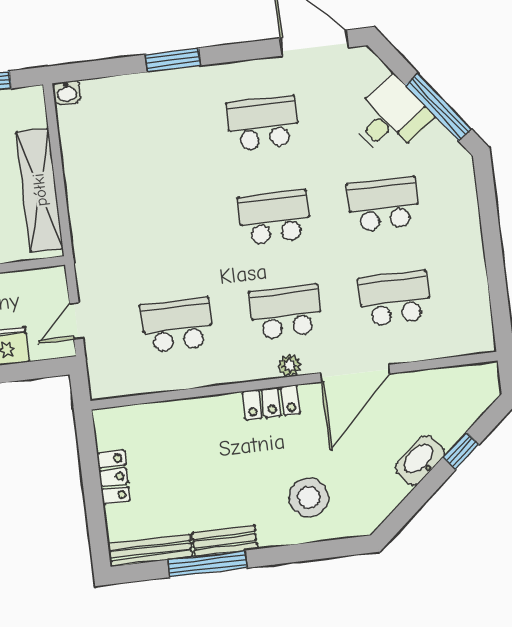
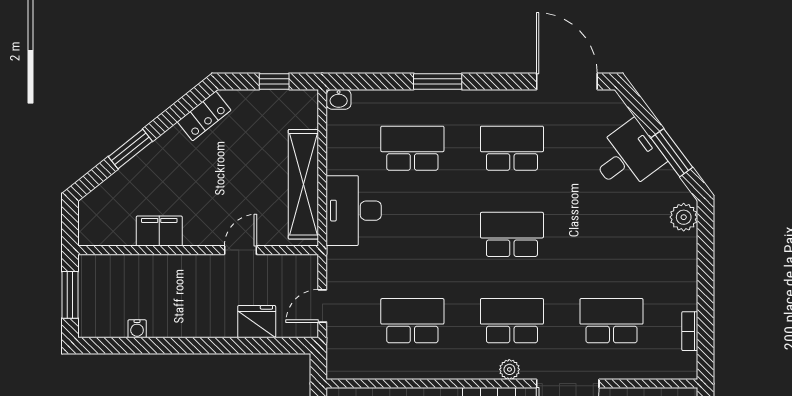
window: (438, 107) -> (672, 153), width x0.69
plant: (460, 176) -> (684, 217), added
school desk: (383, 204) -> (412, 148), moved
desk: (98, 212) -> (354, 211), added
bookcase: (482, 300) -> (690, 331), added

